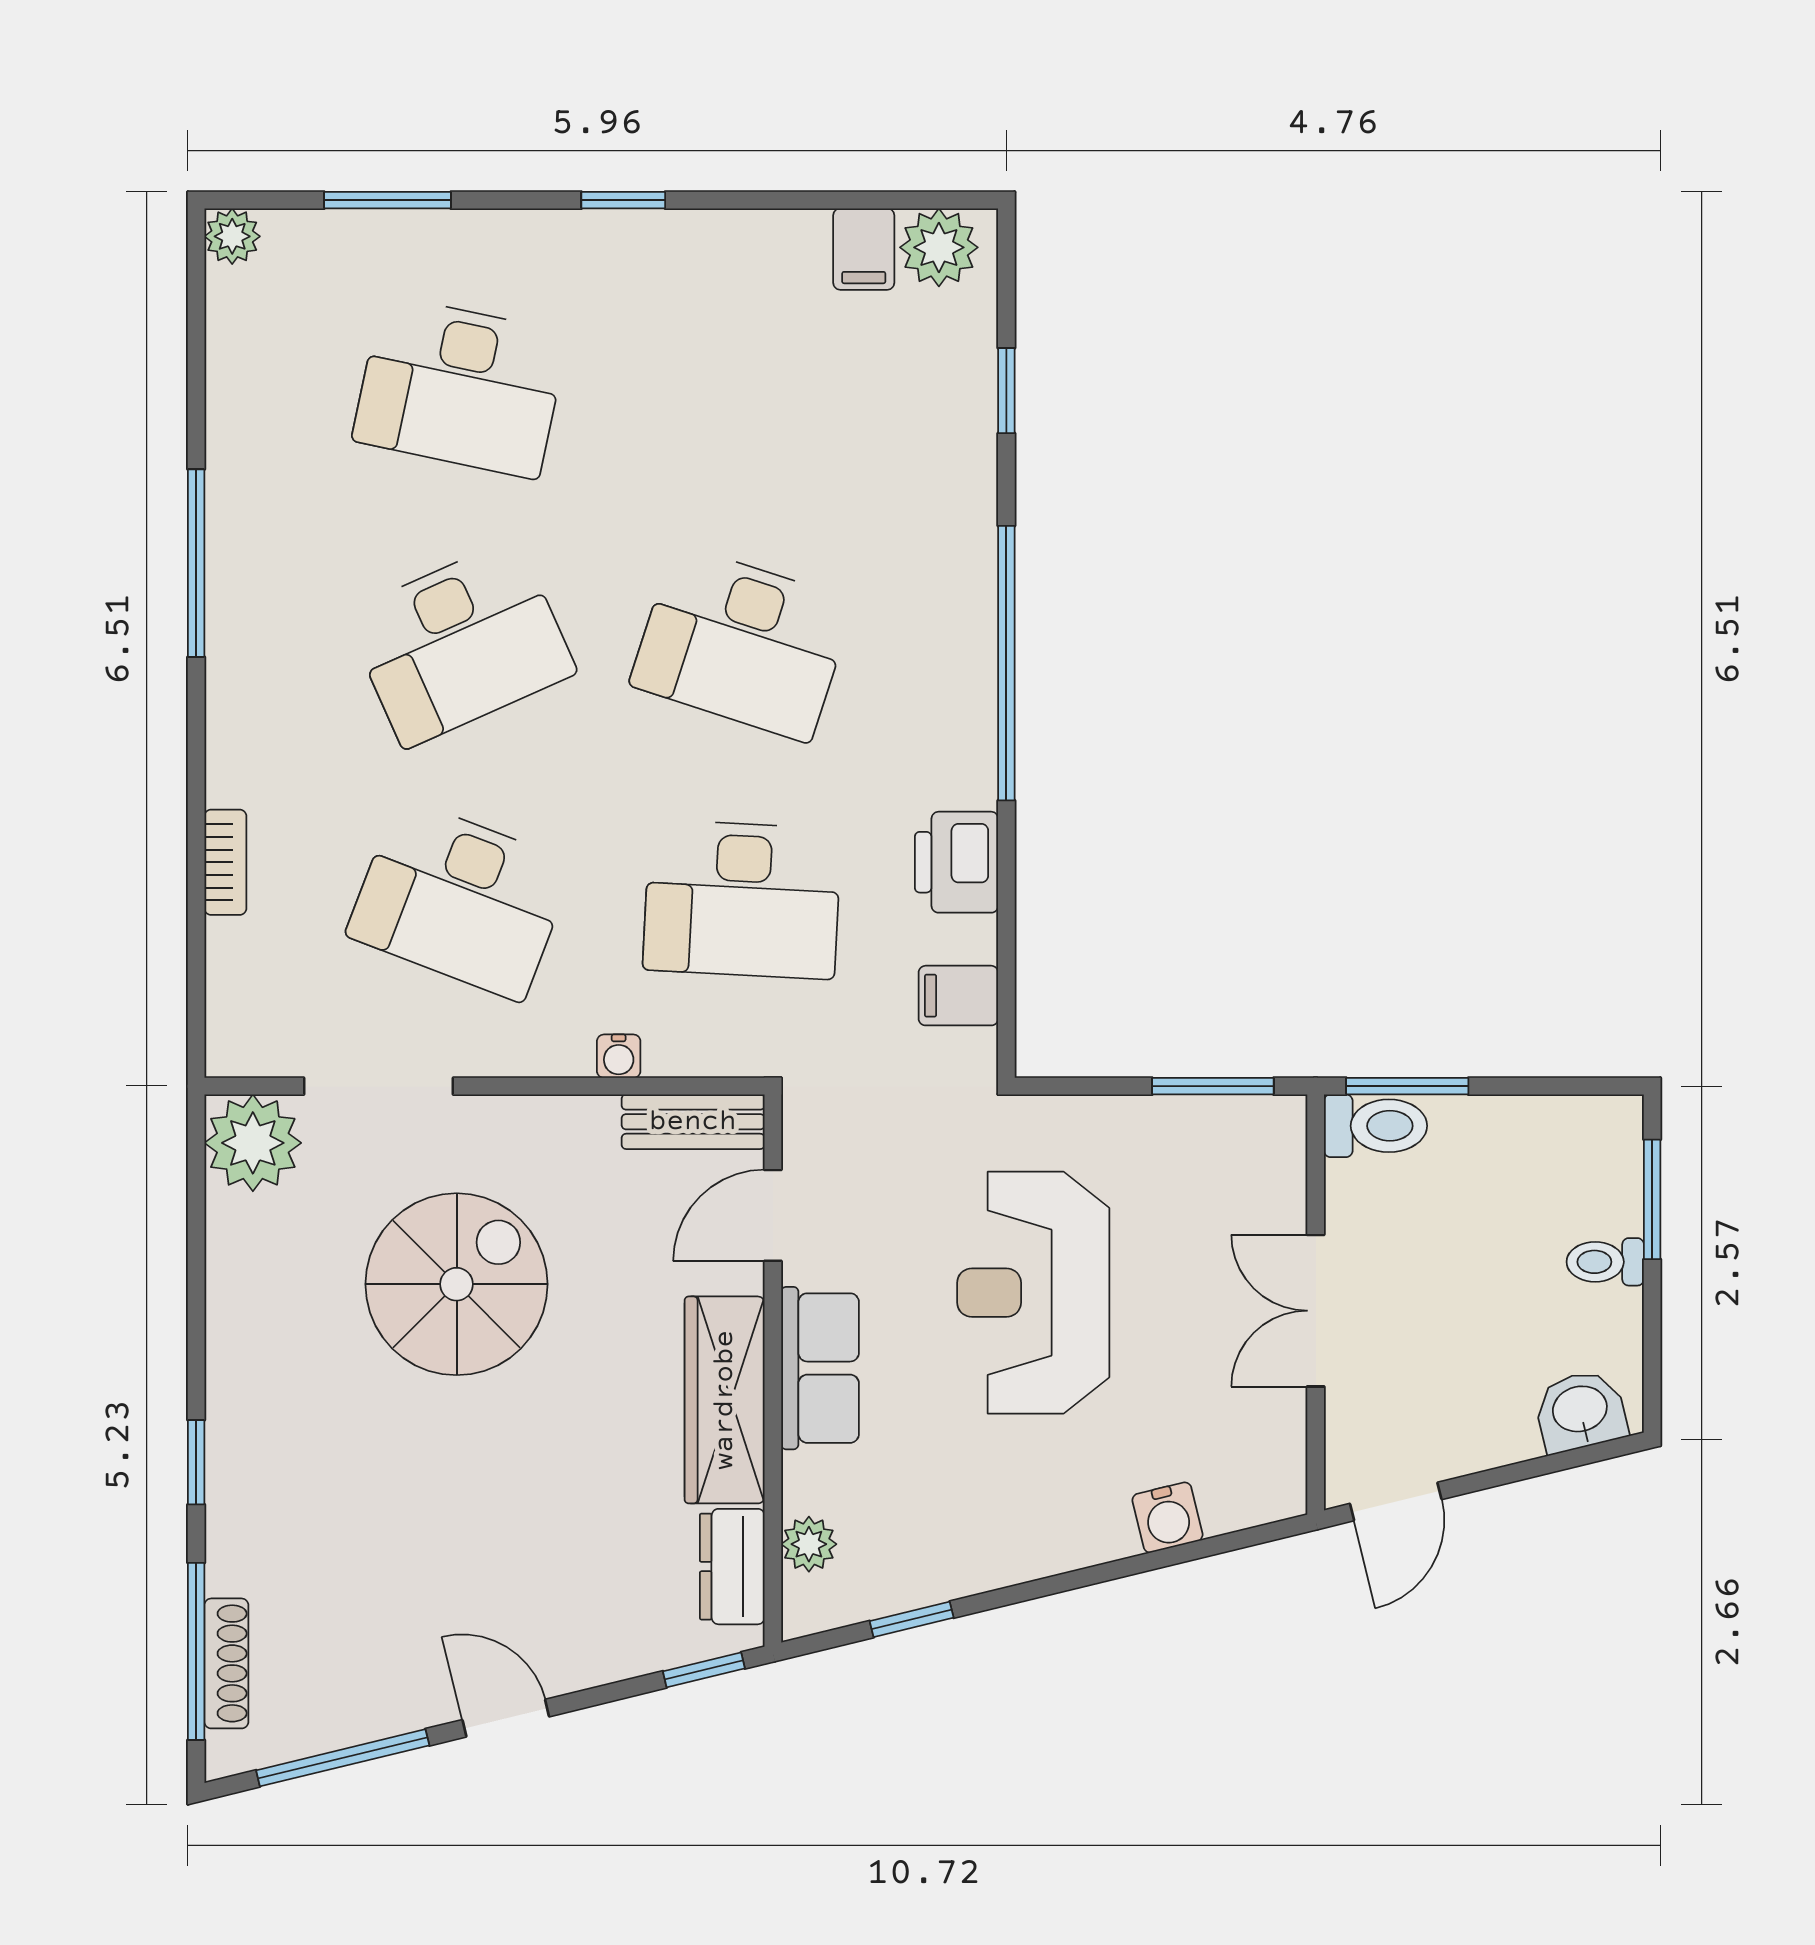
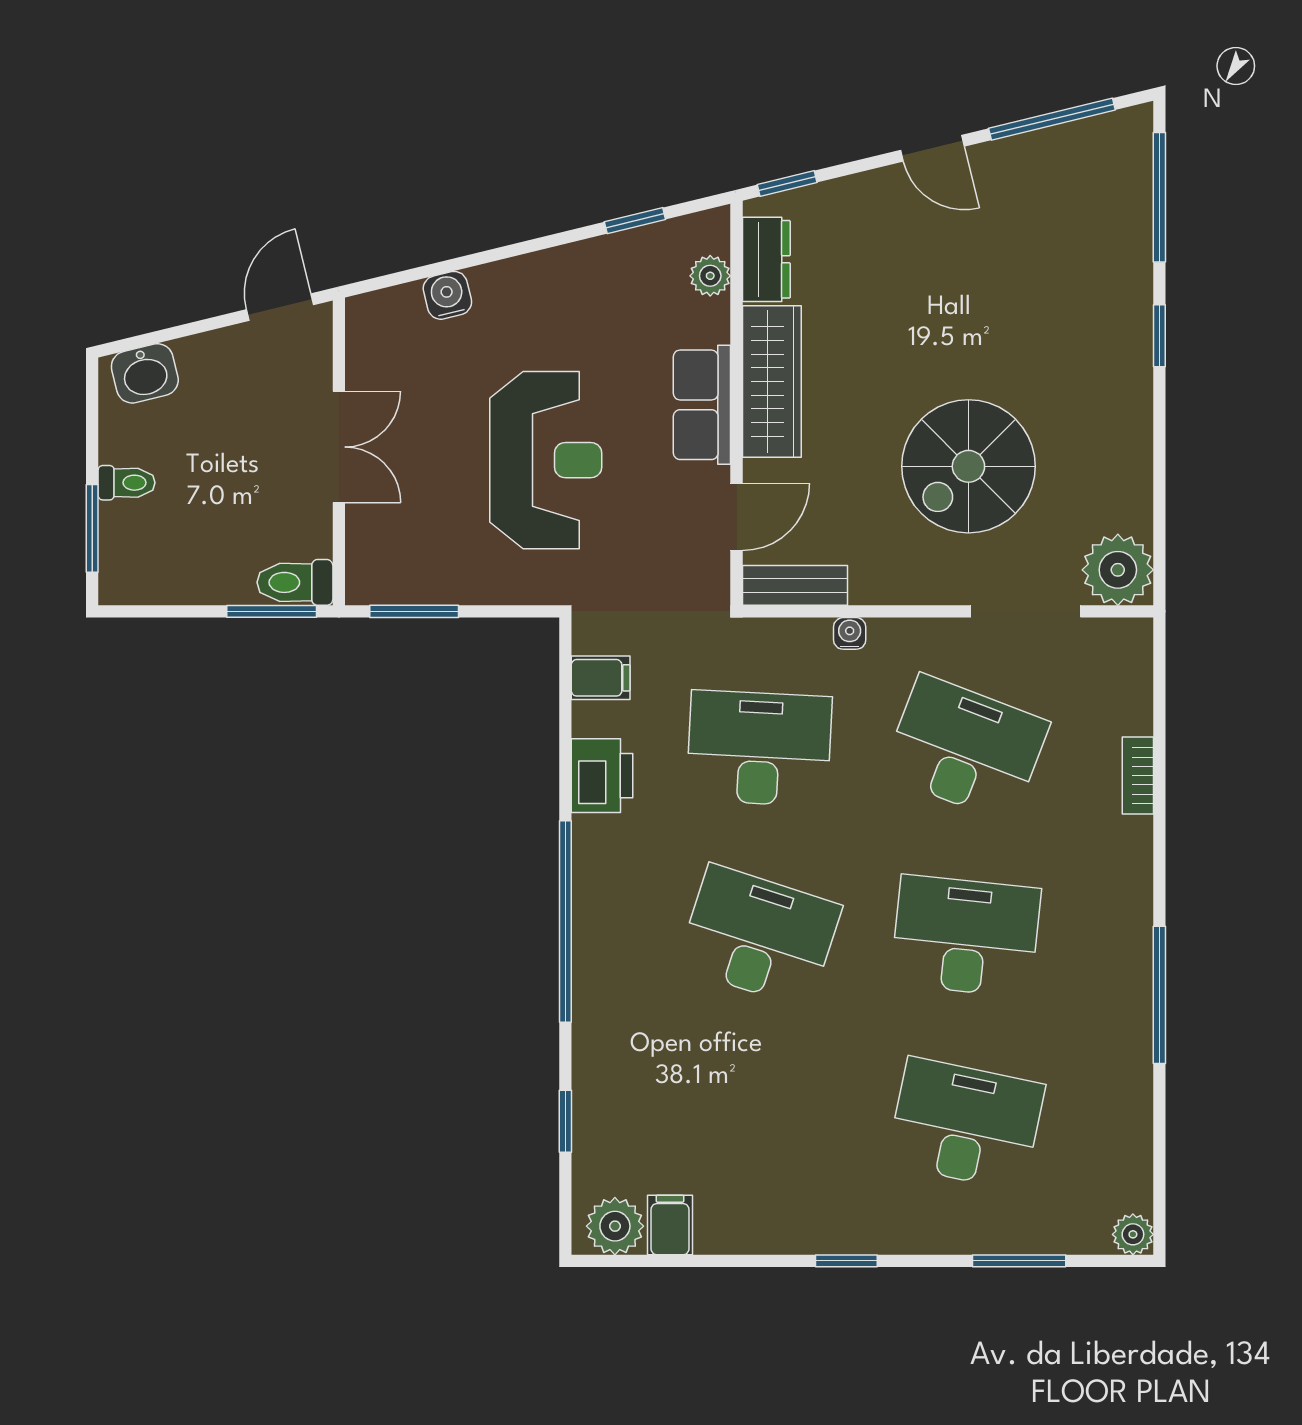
desk: (460, 643) -> (966, 936), turned 30
shoe rack: (226, 1663) -> (1137, 188), removed

